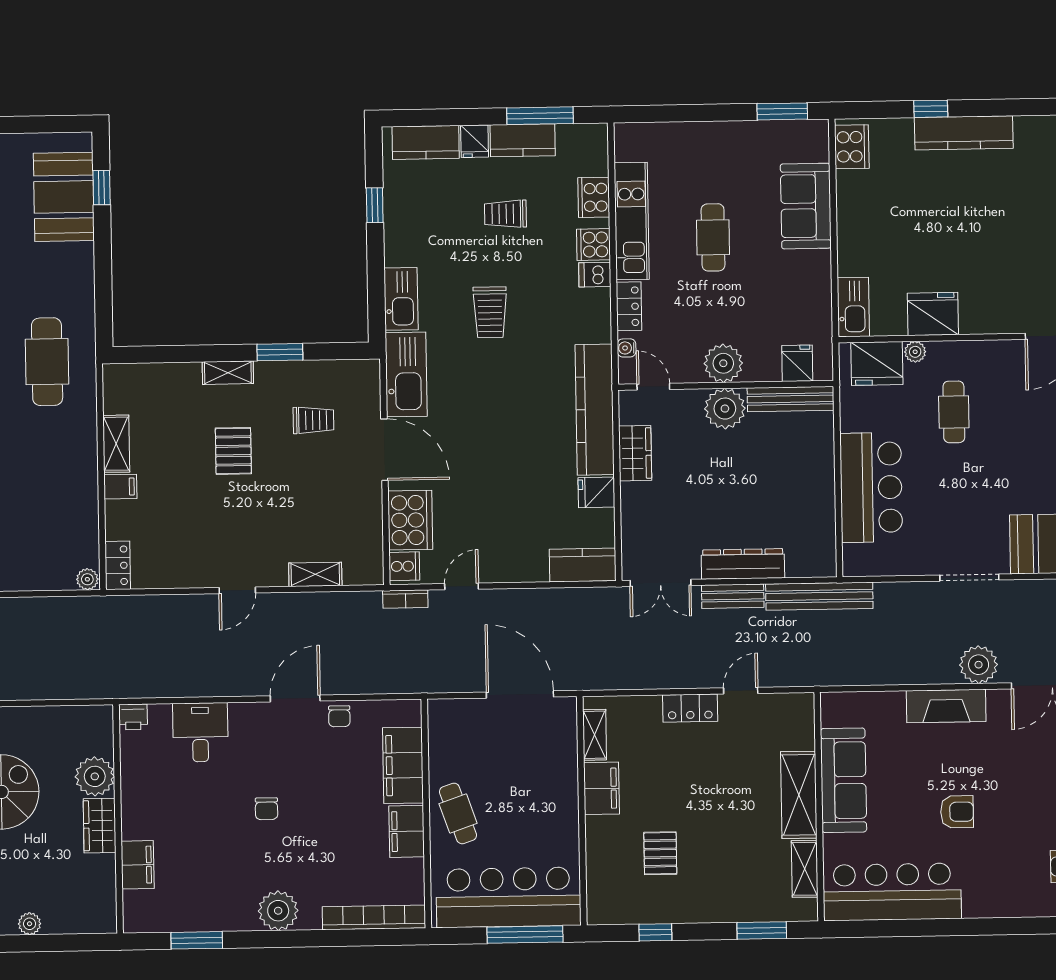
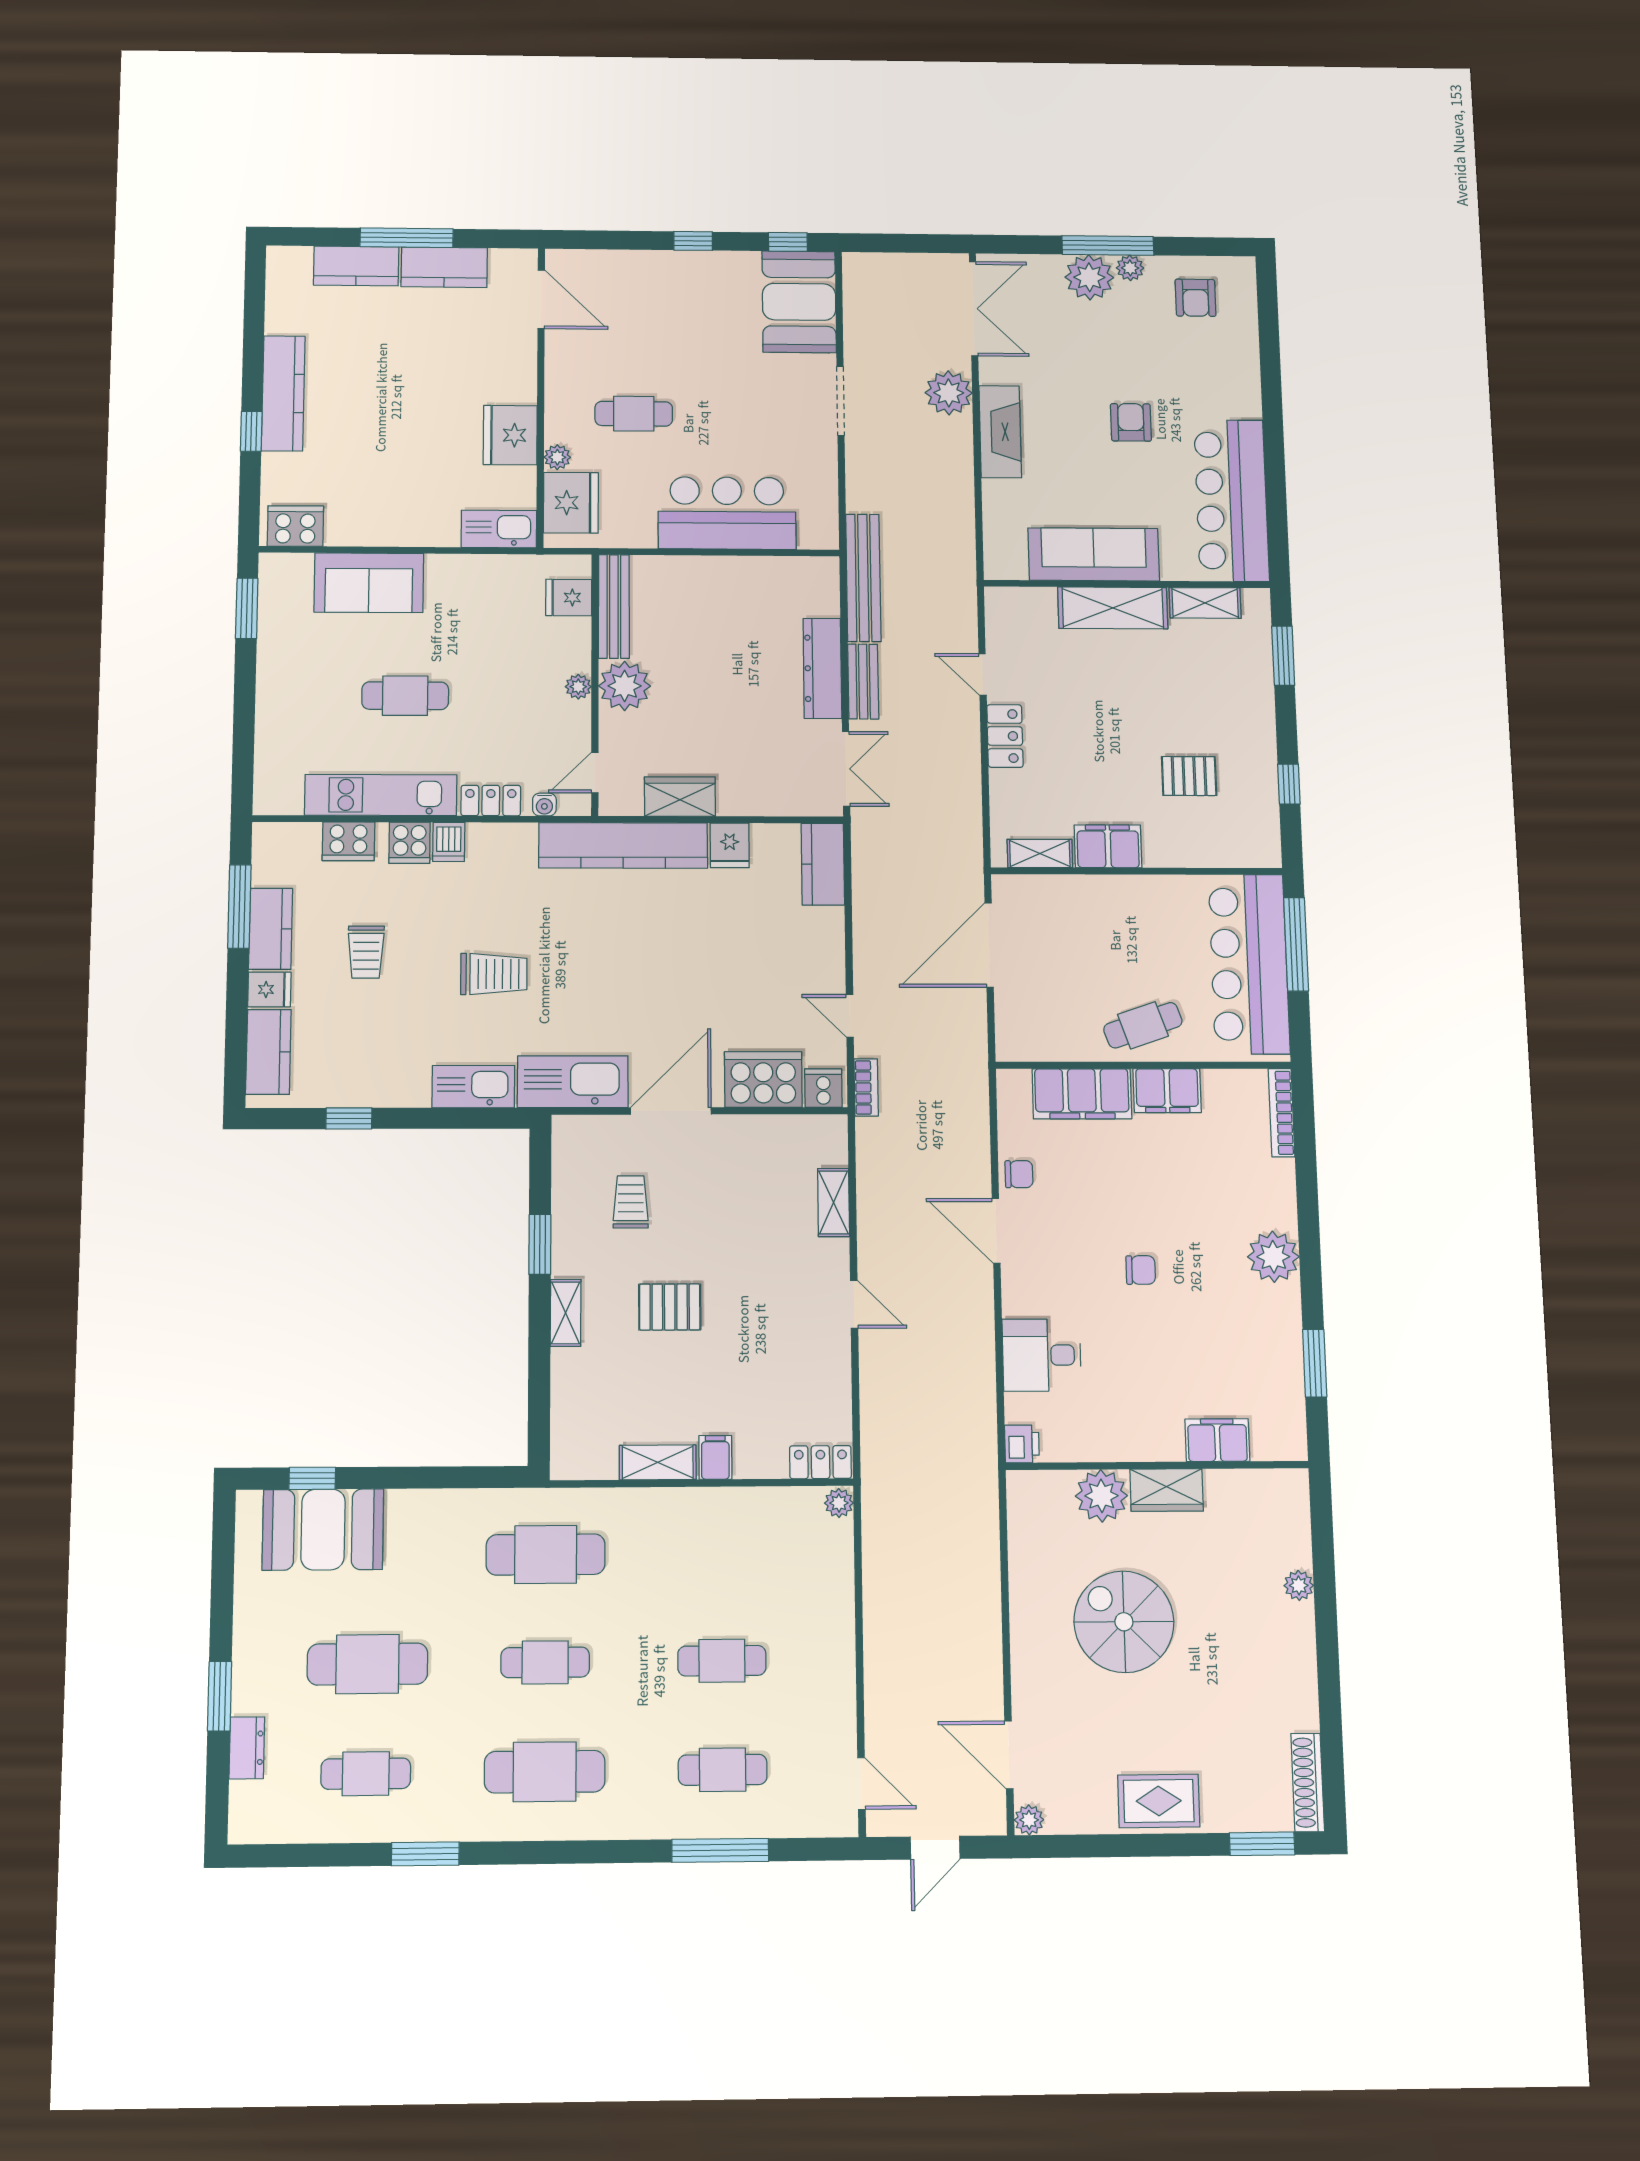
plant: (723, 363) -> (578, 687), width x0.53, depth x0.53
bookcase: (374, 917) -> (1282, 1113), width x0.68, depth x0.76

